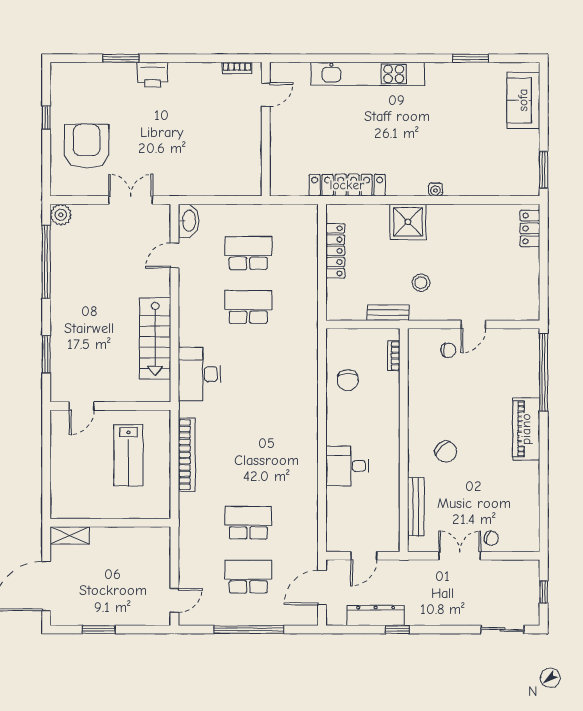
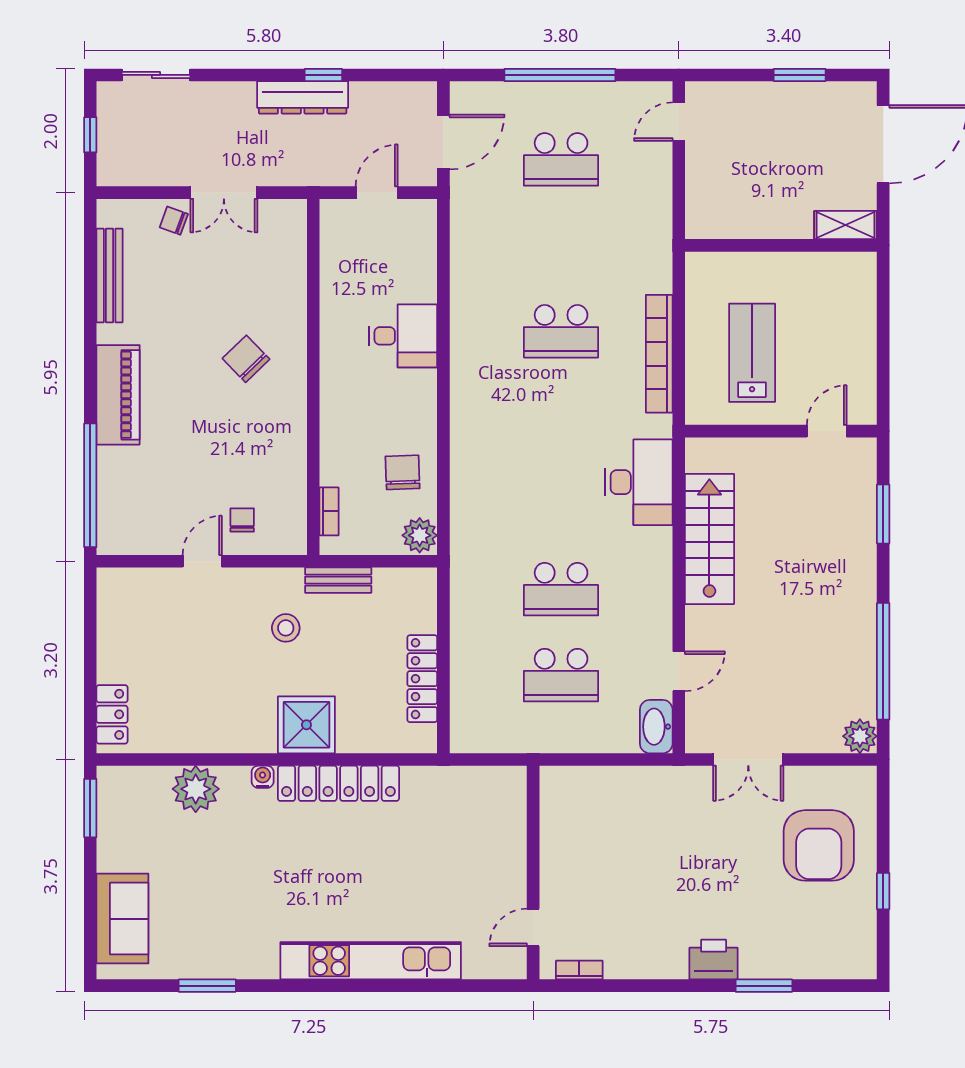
plant: (477, 182) -> (196, 789), added
locker: (347, 185) -> (338, 783), moved
plant: (337, 341) -> (420, 535), added
chair: (448, 350) -> (242, 520), turned 90
bench: (416, 507) -> (110, 275), moved
school desk: (248, 523) -> (561, 331), moved
dresser: (376, 615) -> (303, 97), moved

